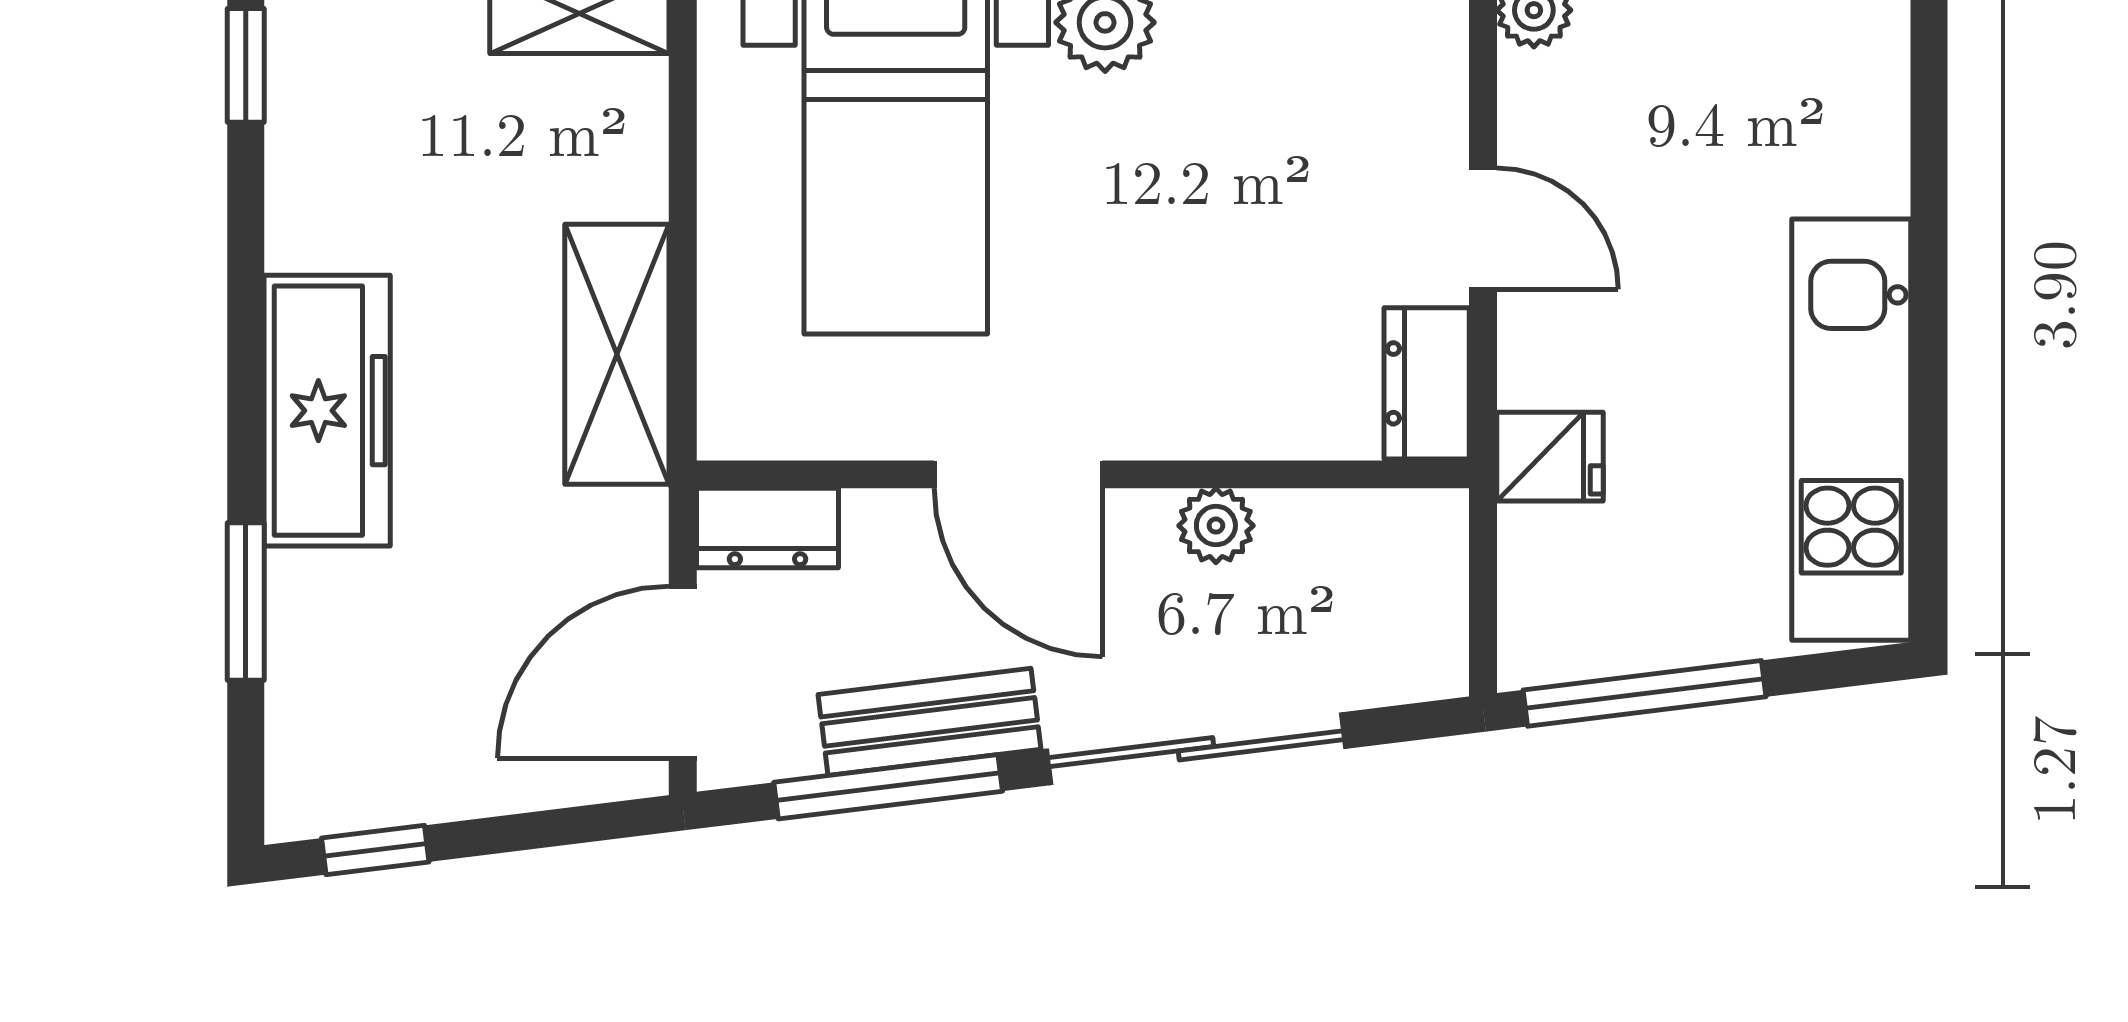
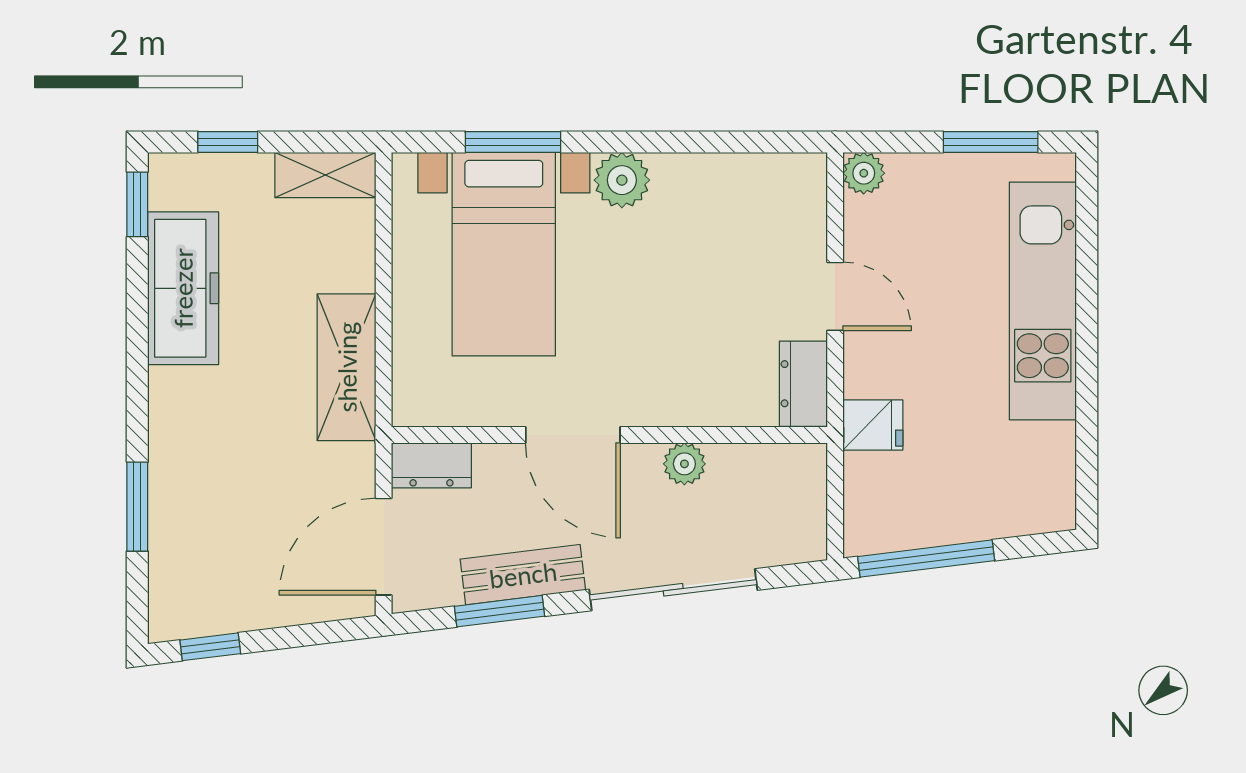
freezer: (327, 411) -> (183, 288), moved
kitchen unit: (1851, 430) -> (1043, 301), moved
window: (888, 787) -> (500, 611), width x0.69

